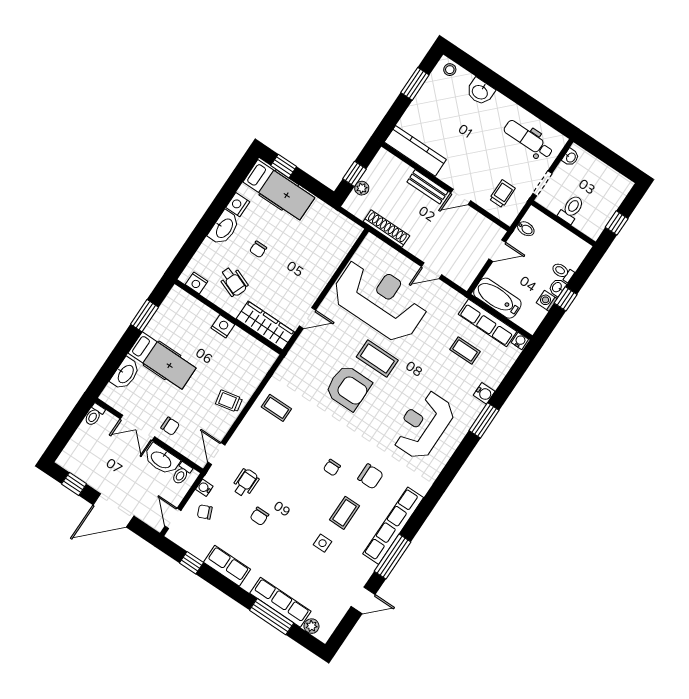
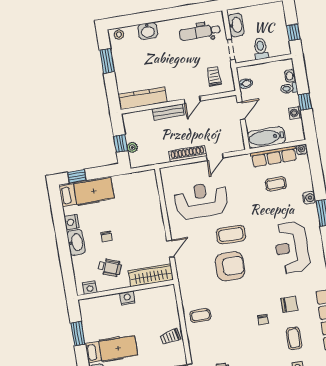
washbasin: (571, 157) -> (236, 25), width x1.91, depth x1.45
shoe rack: (386, 229) -> (188, 154), moved
washbasin: (557, 287) -> (290, 76), moved
reception desk: (380, 300) -> (201, 200), width x0.74, depth x0.77

